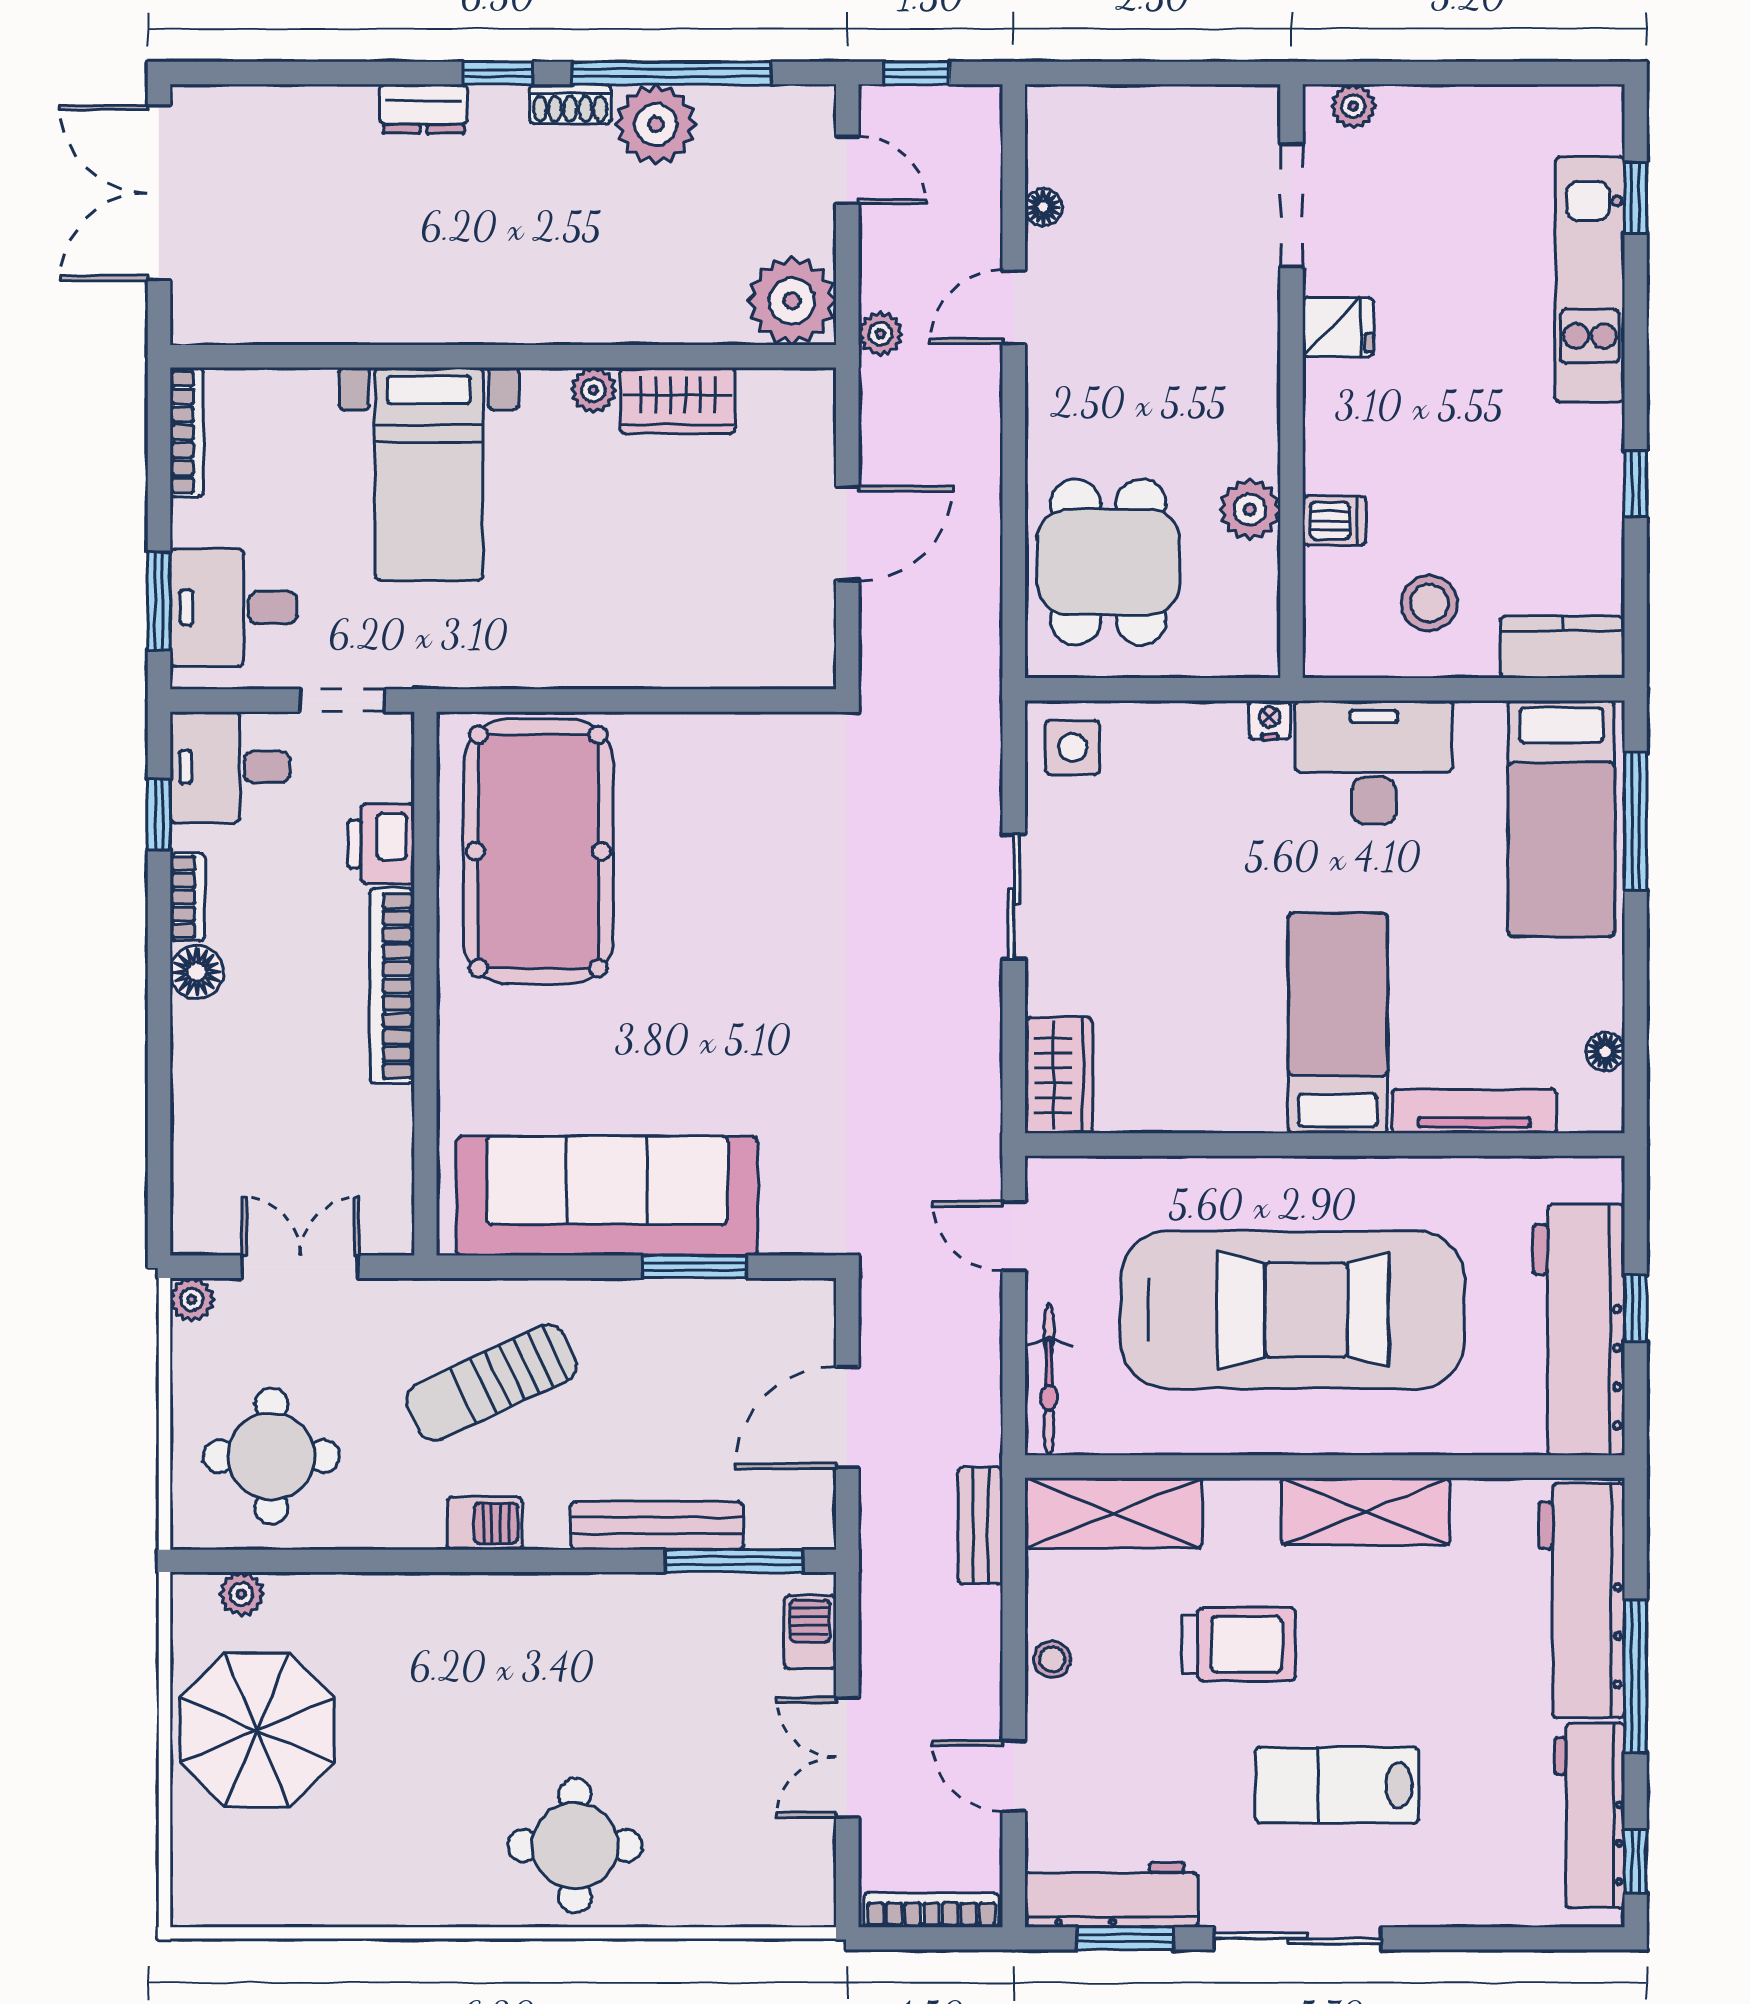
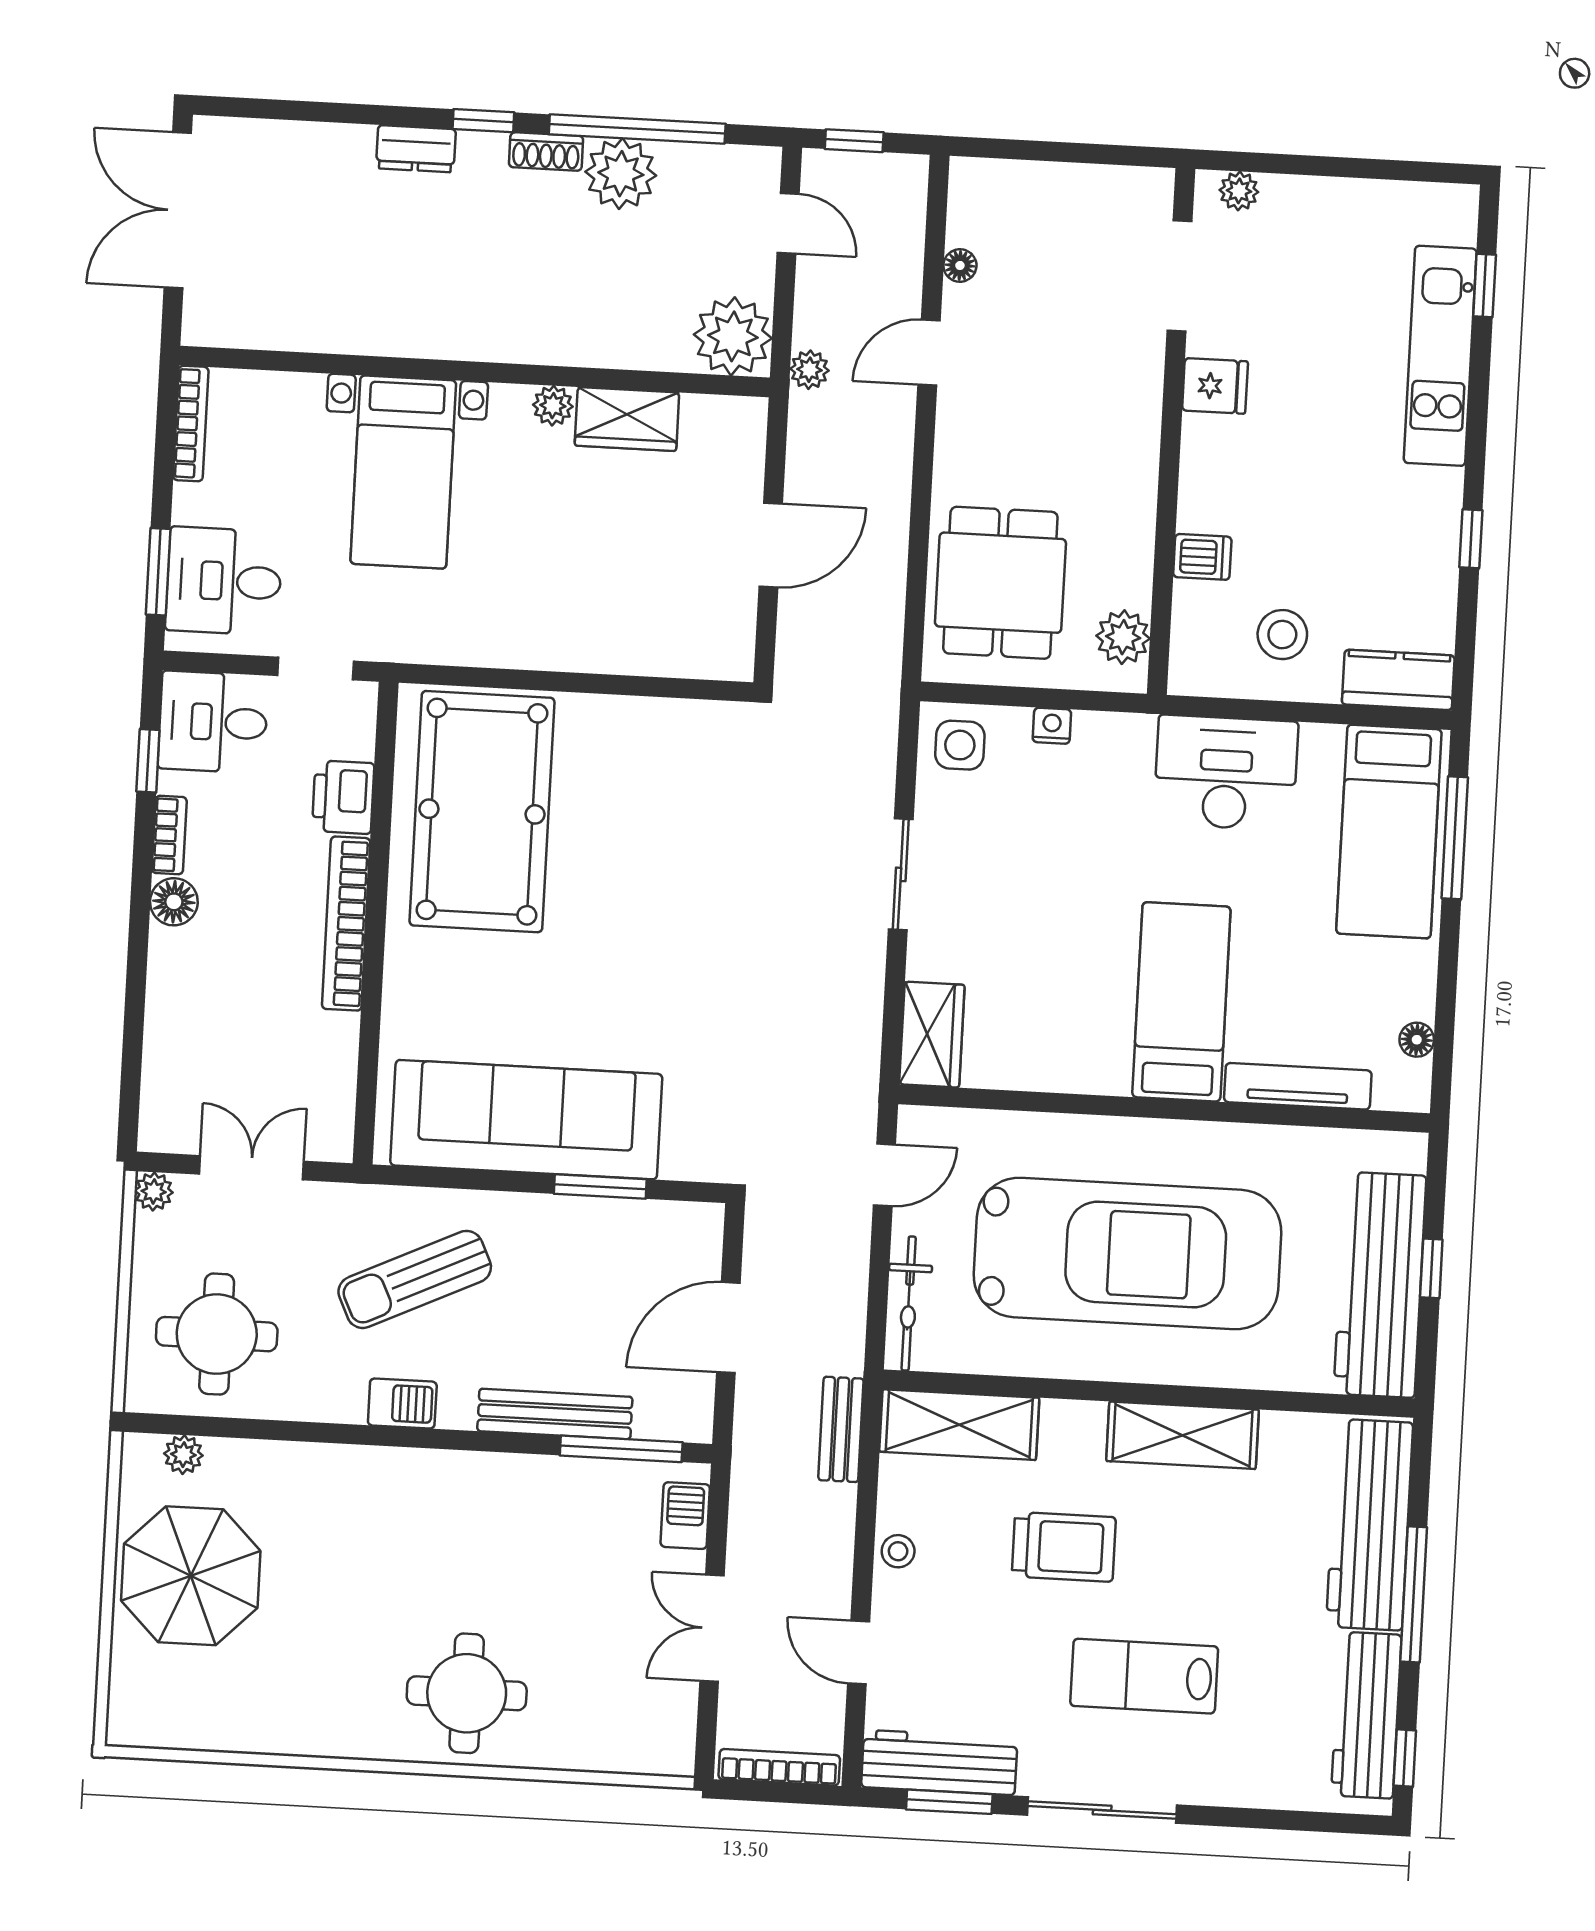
plant: (1250, 510) -> (1123, 637), moved
nightstand: (1270, 720) -> (1052, 726), moved
door: (1014, 1236) -> (884, 1175), swing flipped

